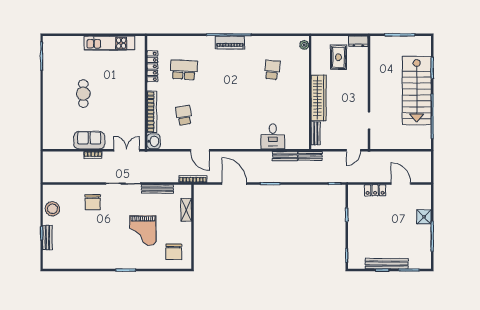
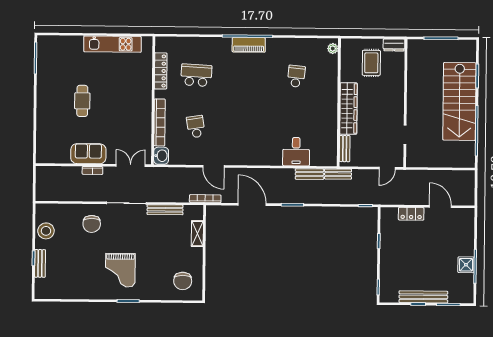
shower: (424, 217) -> (466, 265), moved
grand piano: (143, 231) -> (120, 270), moved

